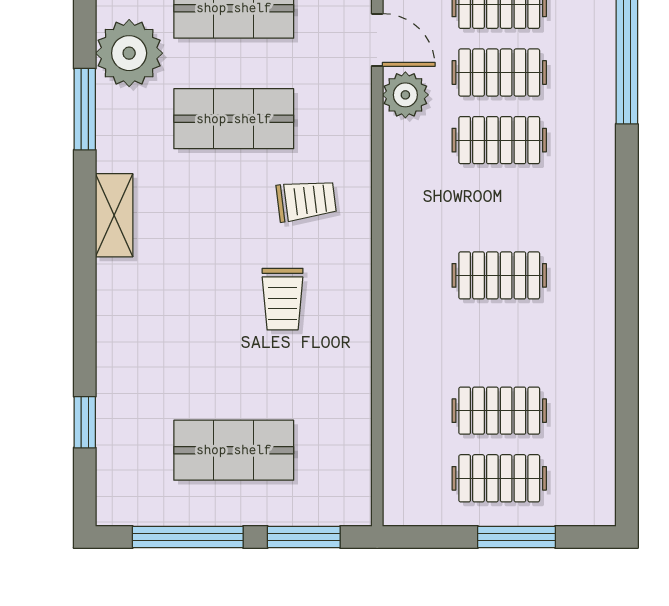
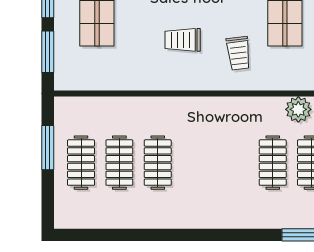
clothes rail: (499, 275) -> (158, 163), moved
window: (516, 537) -> (48, 148), moved

